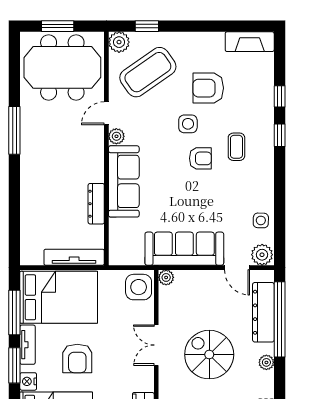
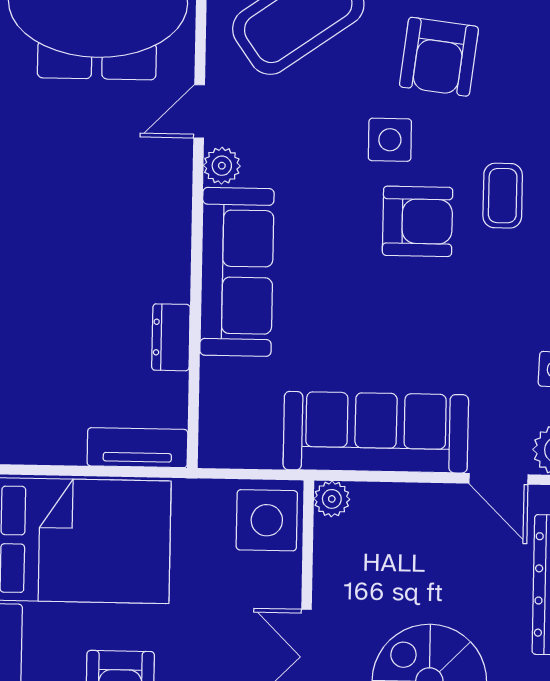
armchair: (208, 88) -> (439, 57), turned -83
armchair: (200, 158) -> (418, 221), width x1.38, depth x1.38
dresser: (96, 204) -> (171, 337), width x0.70
tv unit: (74, 257) -> (137, 448), width x0.71

